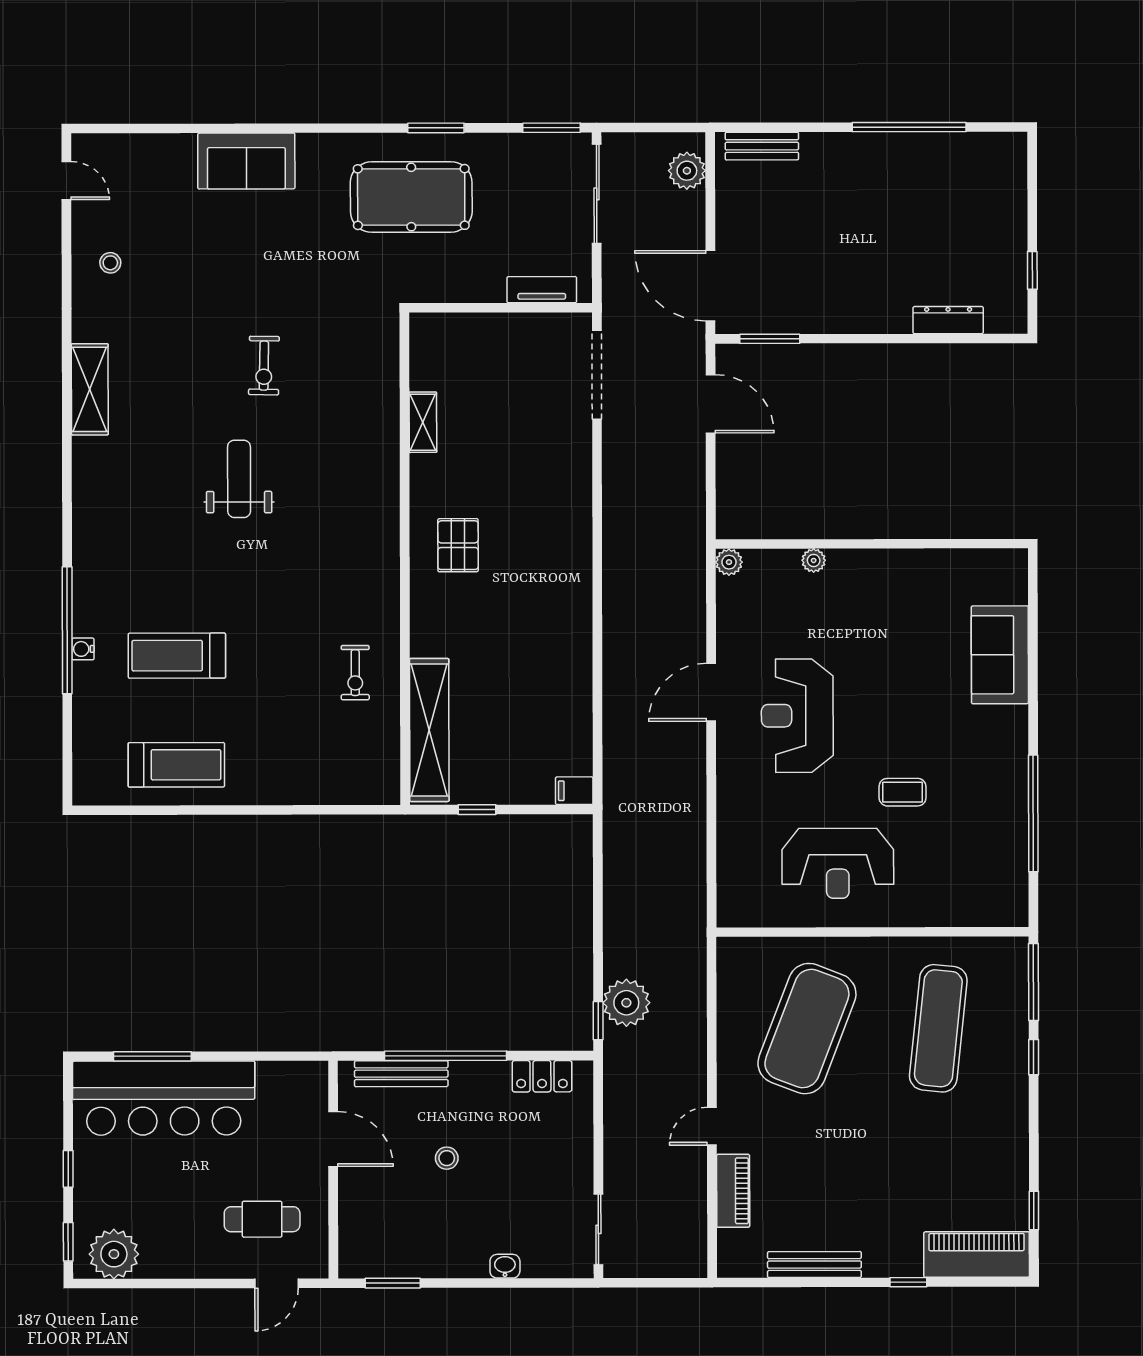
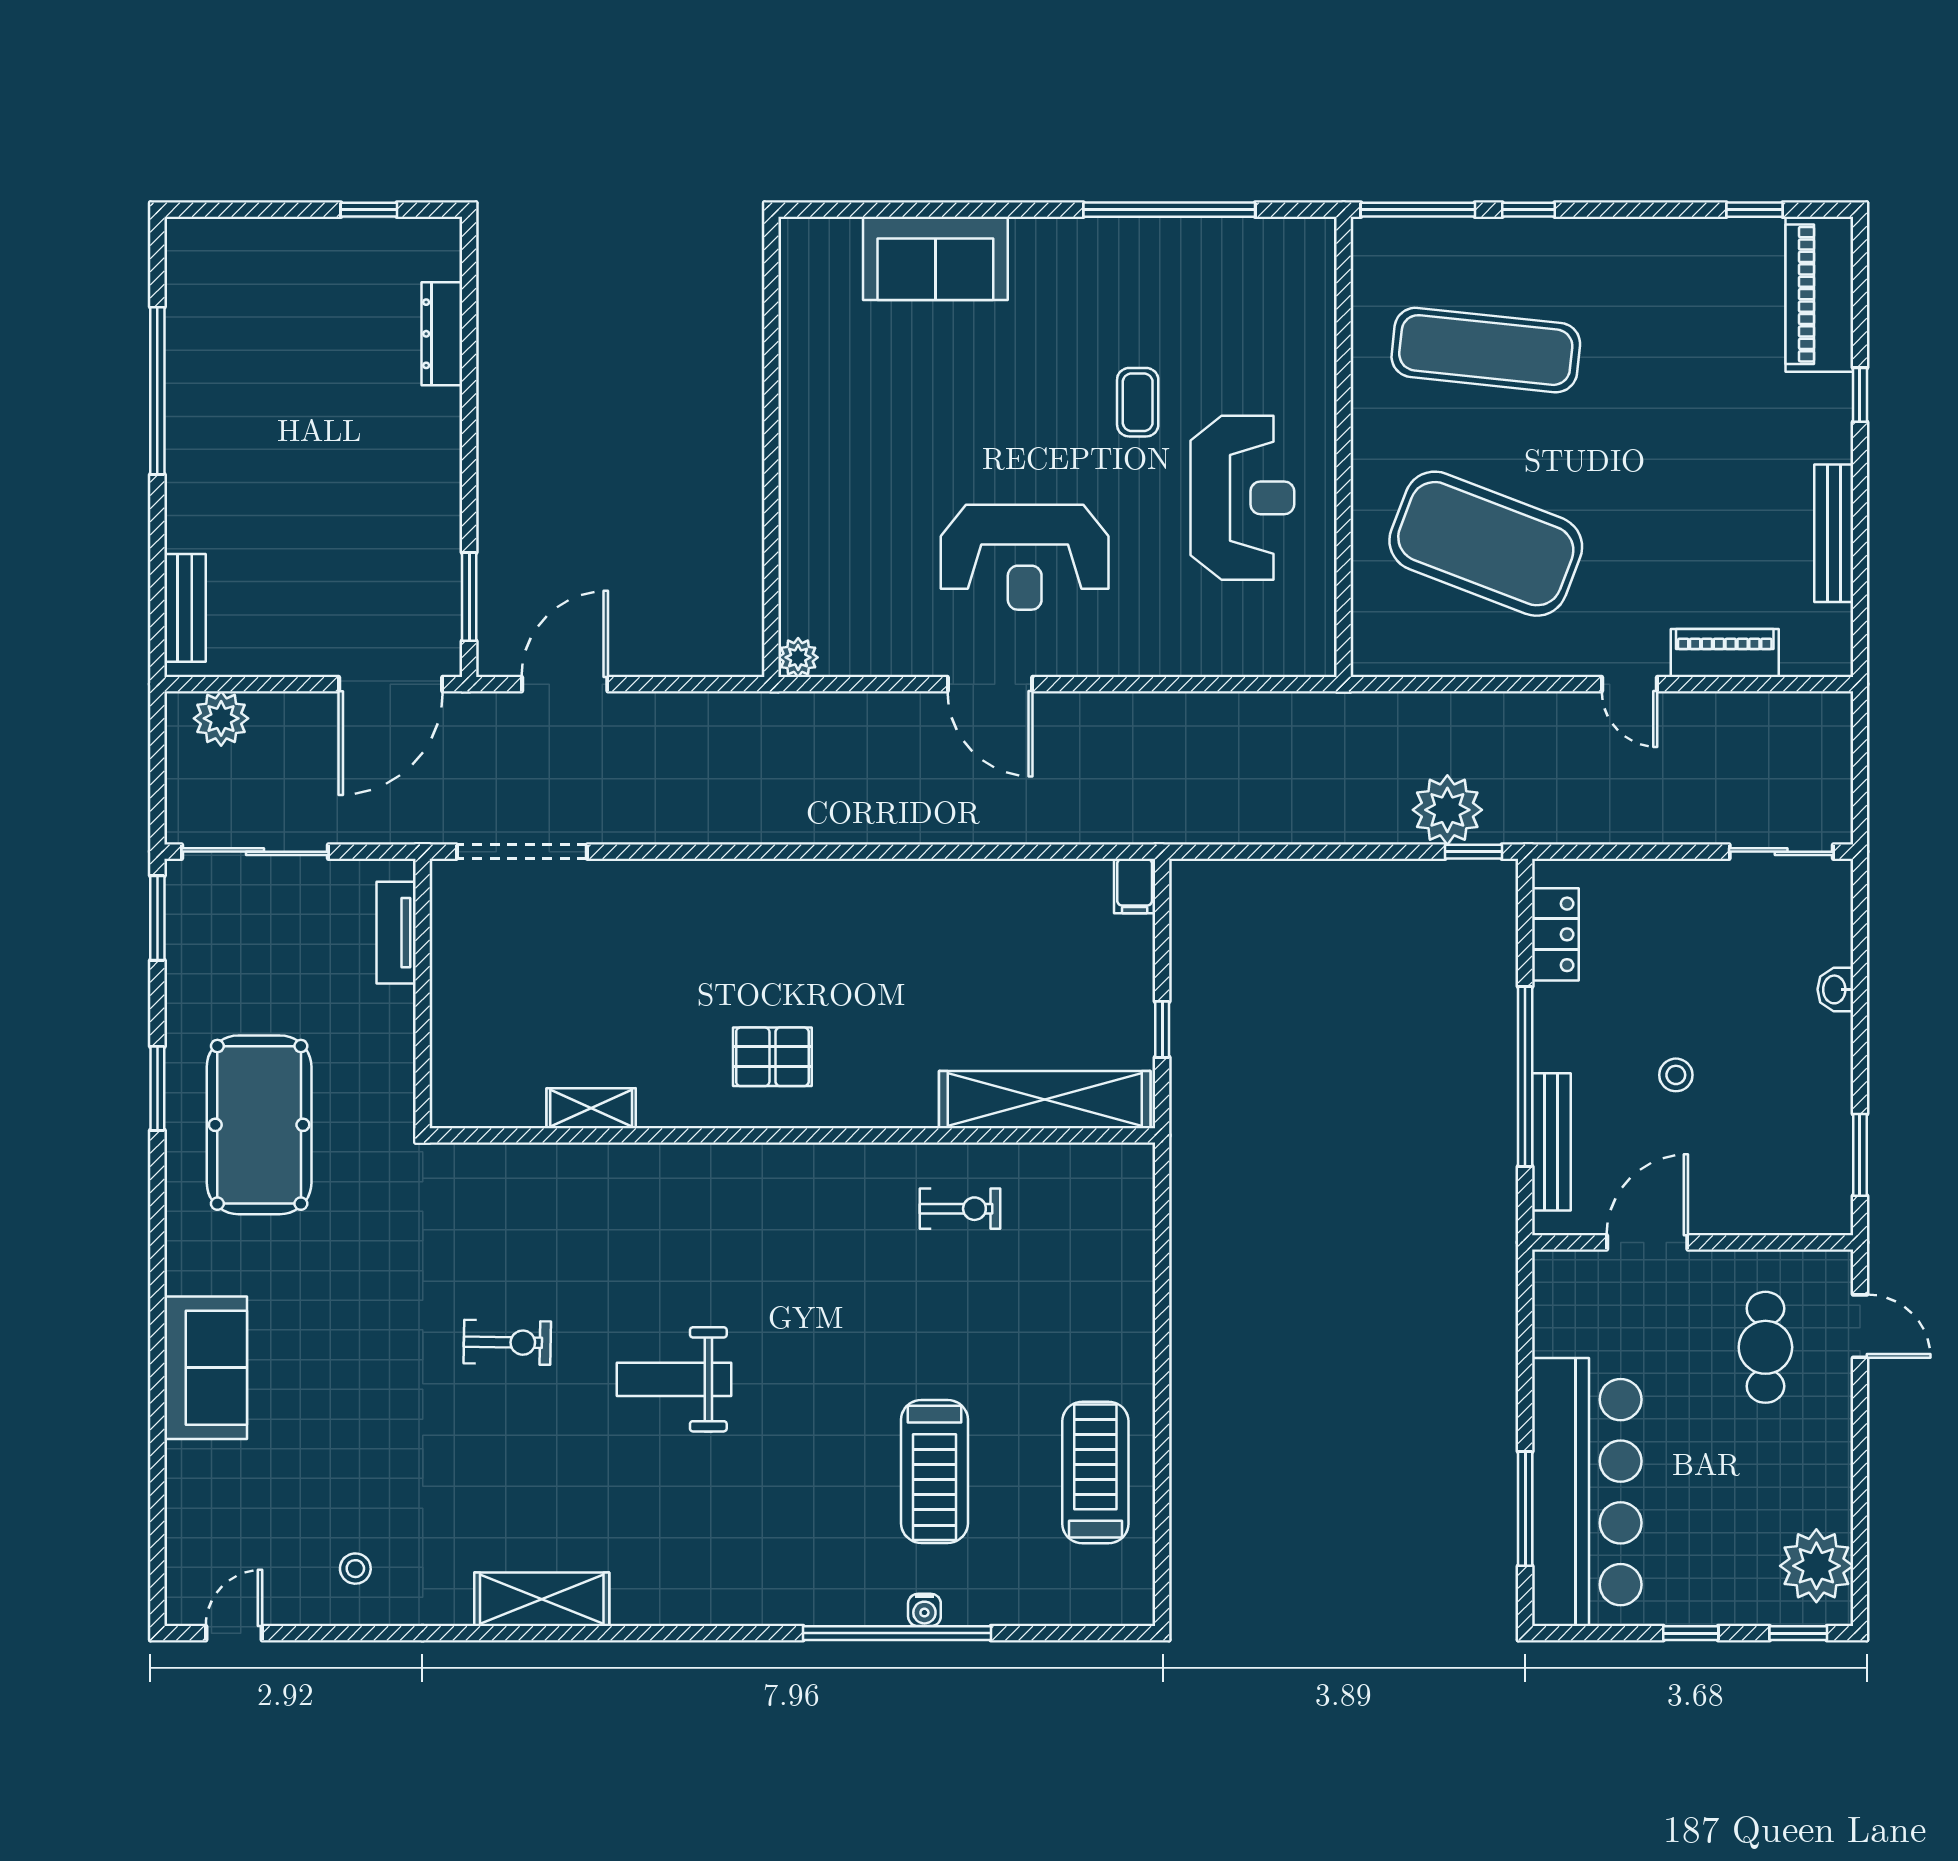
plant: (814, 560) -> (796, 533), removed

